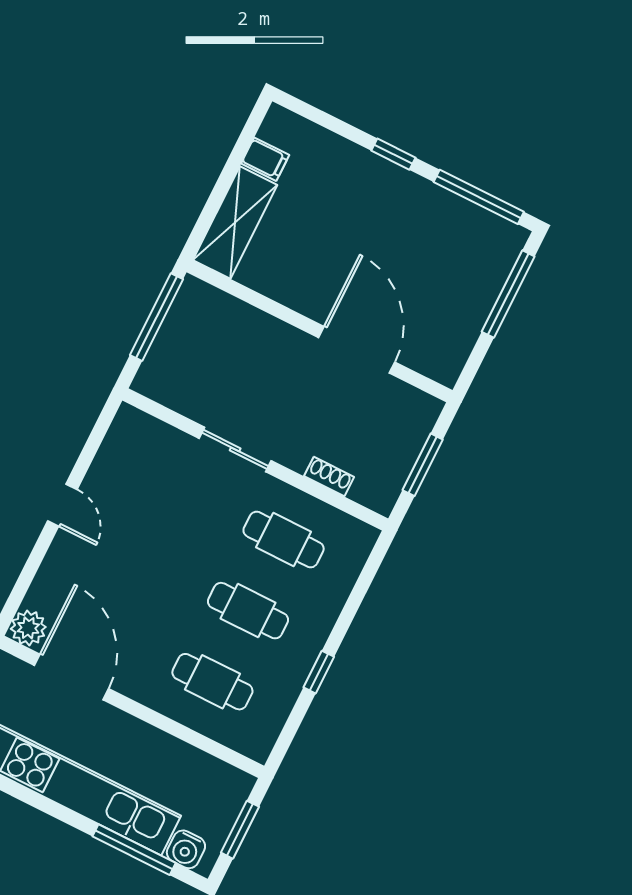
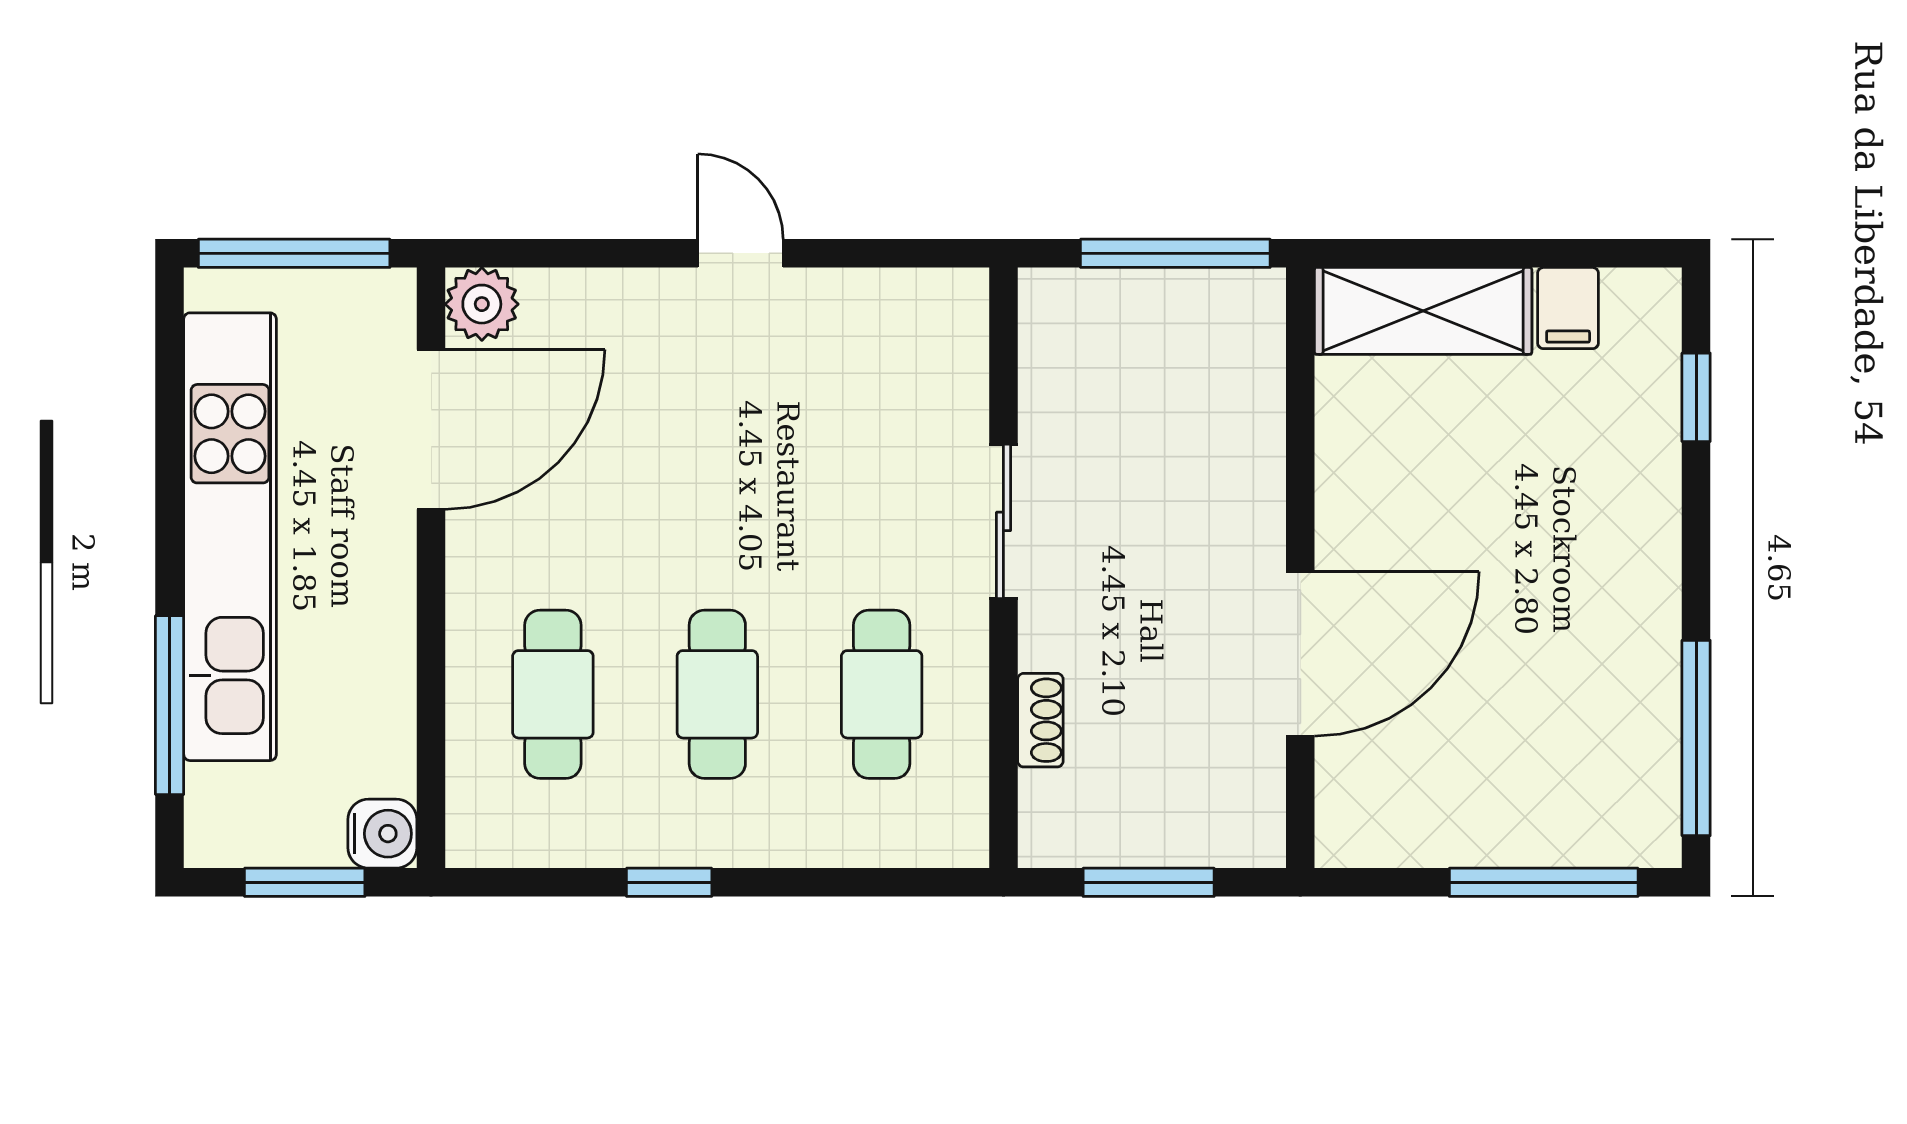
window: (393, 154) -> (1696, 397), moved
door: (62, 505) -> (740, 253), swing flipped
water cooler: (186, 849) -> (382, 834), moved, turned 180

